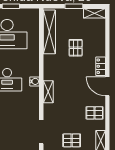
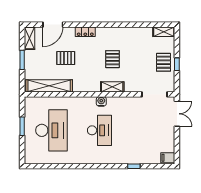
door: (107, 86) -> (53, 25), moved
pallet: (95, 113) -> (112, 59), moved

